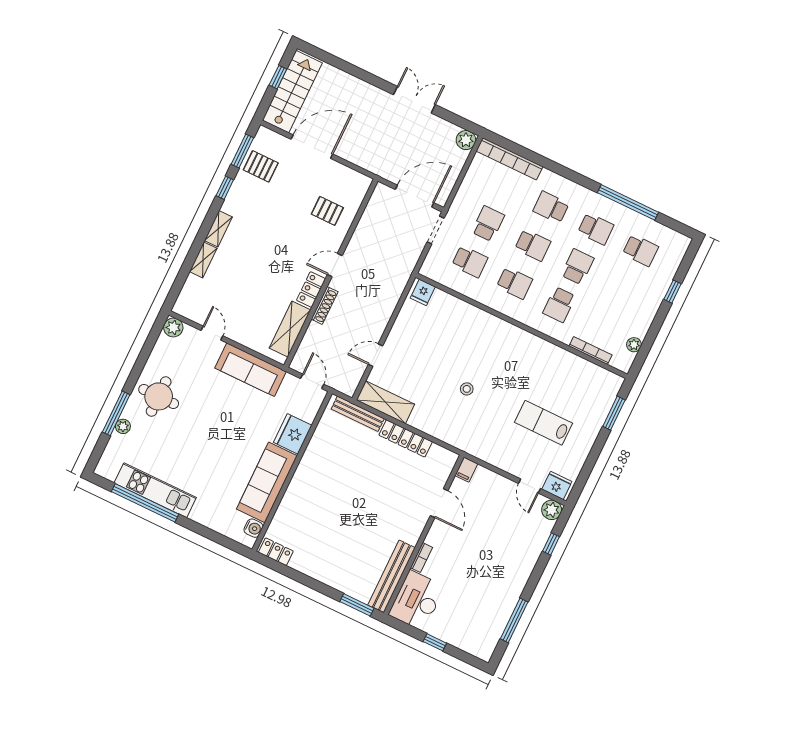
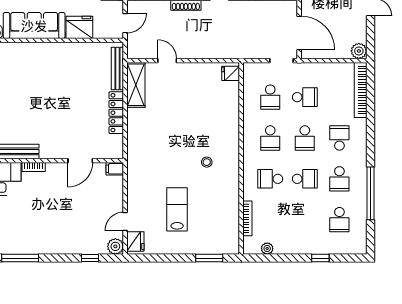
stool: (467, 389) -> (207, 162), moved

